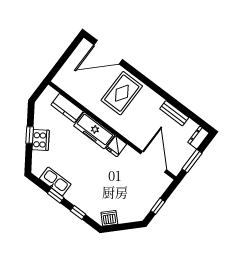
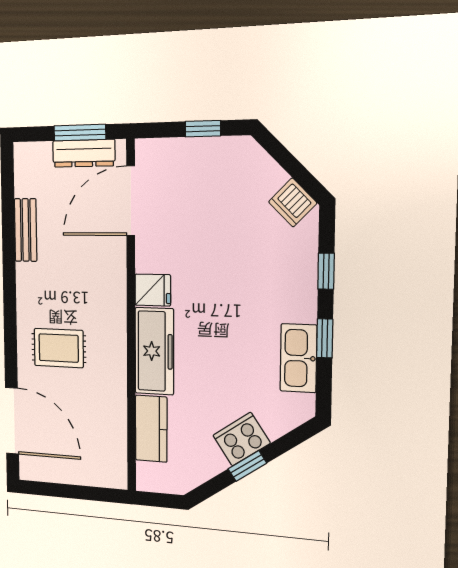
rug: (122, 93) -> (59, 348), width x0.73, depth x0.70
dresser: (198, 138) -> (84, 153), moved, width x1.44

